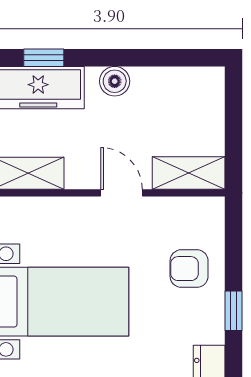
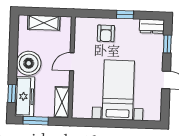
boiler: (115, 81) -> (29, 63), width x1.86, depth x1.86
shelving: (189, 173) -> (44, 23), moved, turned 90

